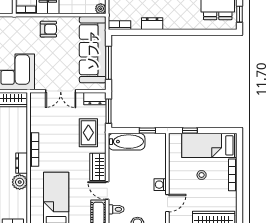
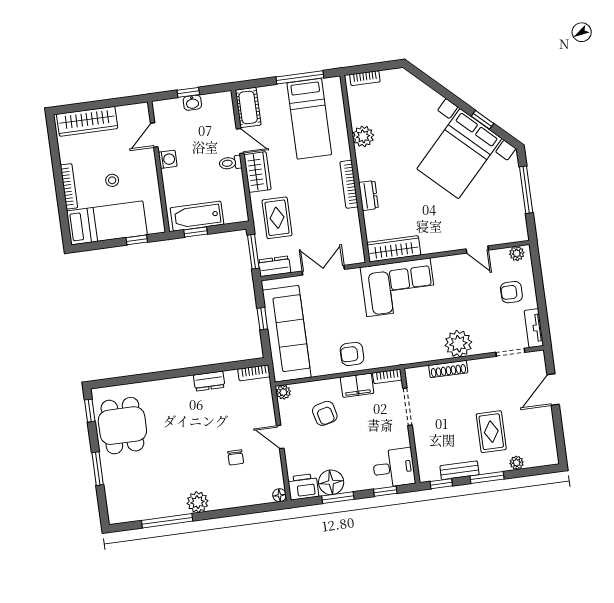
window: (108, 63) -> (262, 319), width x0.46
bathtub: (127, 142) -> (197, 216), moved
dresser: (22, 163) -> (368, 195), moved
toilet: (116, 209) -> (230, 163), moved

